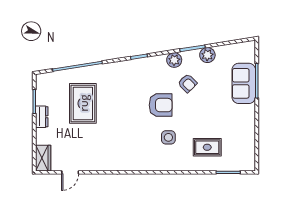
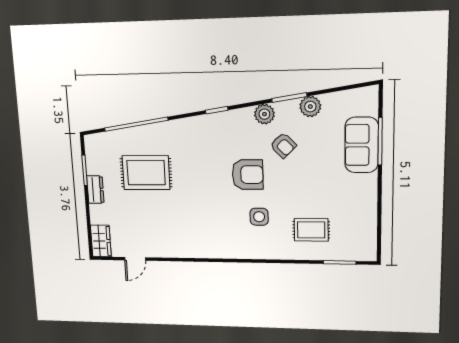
rug: (83, 103) -> (146, 173), turned 90

